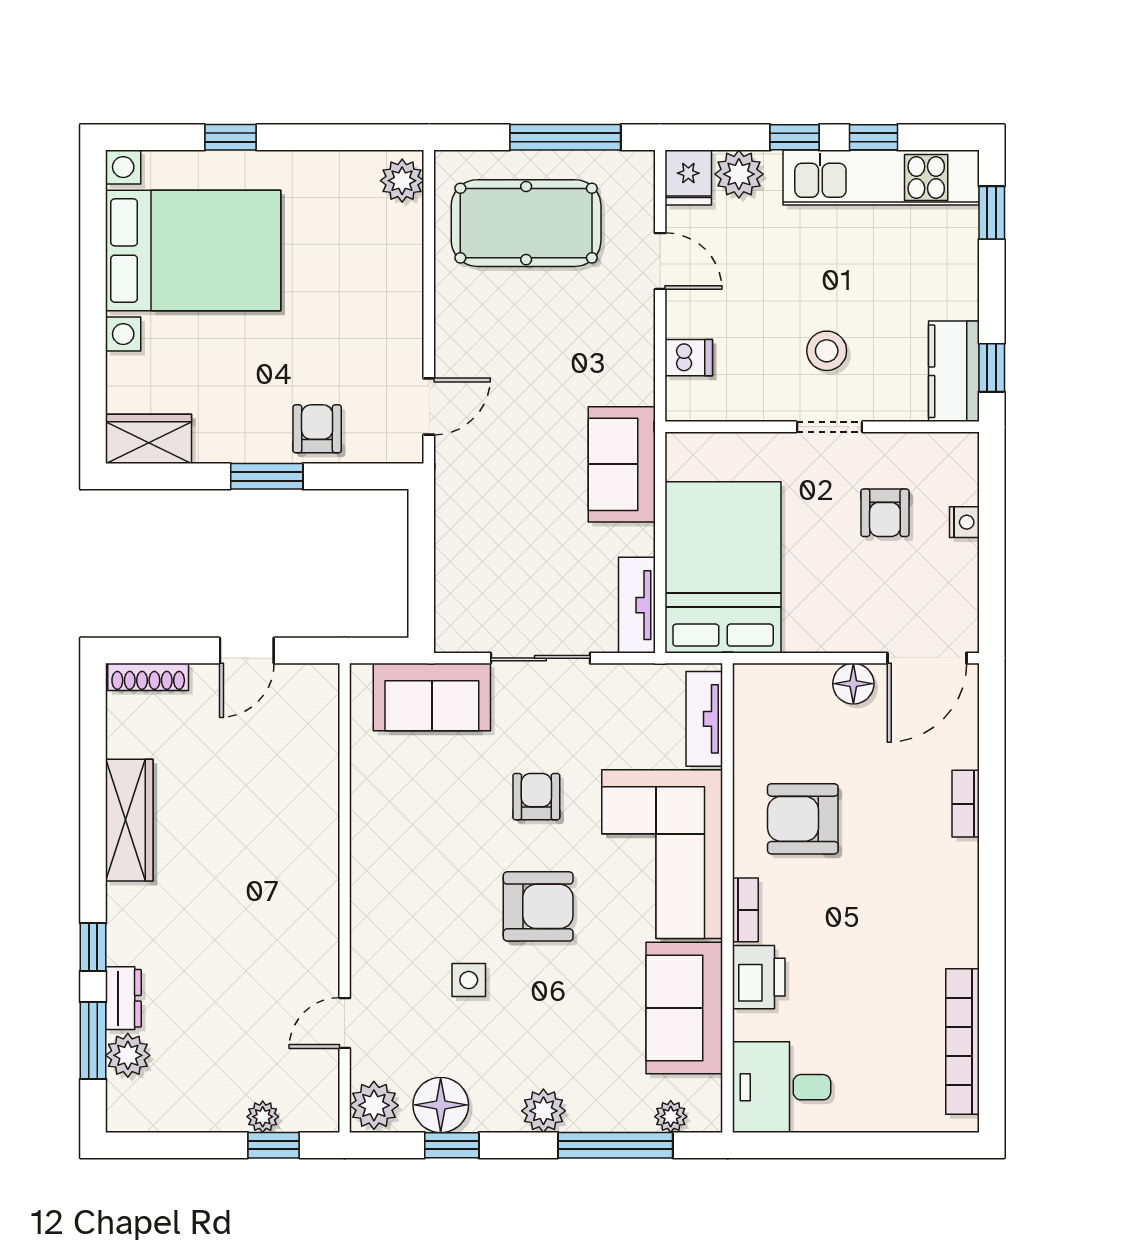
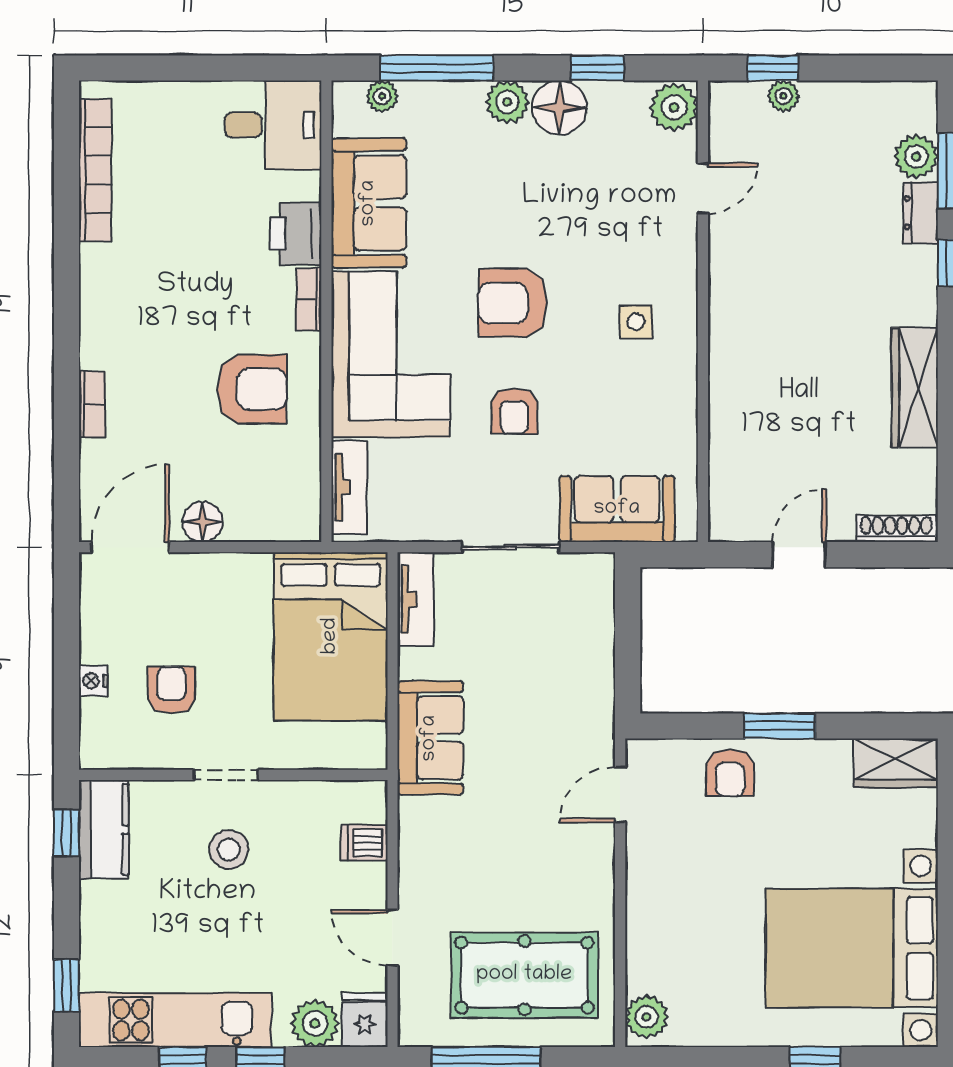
side table: (469, 980) -> (636, 322), moved
floor lamp: (441, 1105) -> (559, 108), moved

